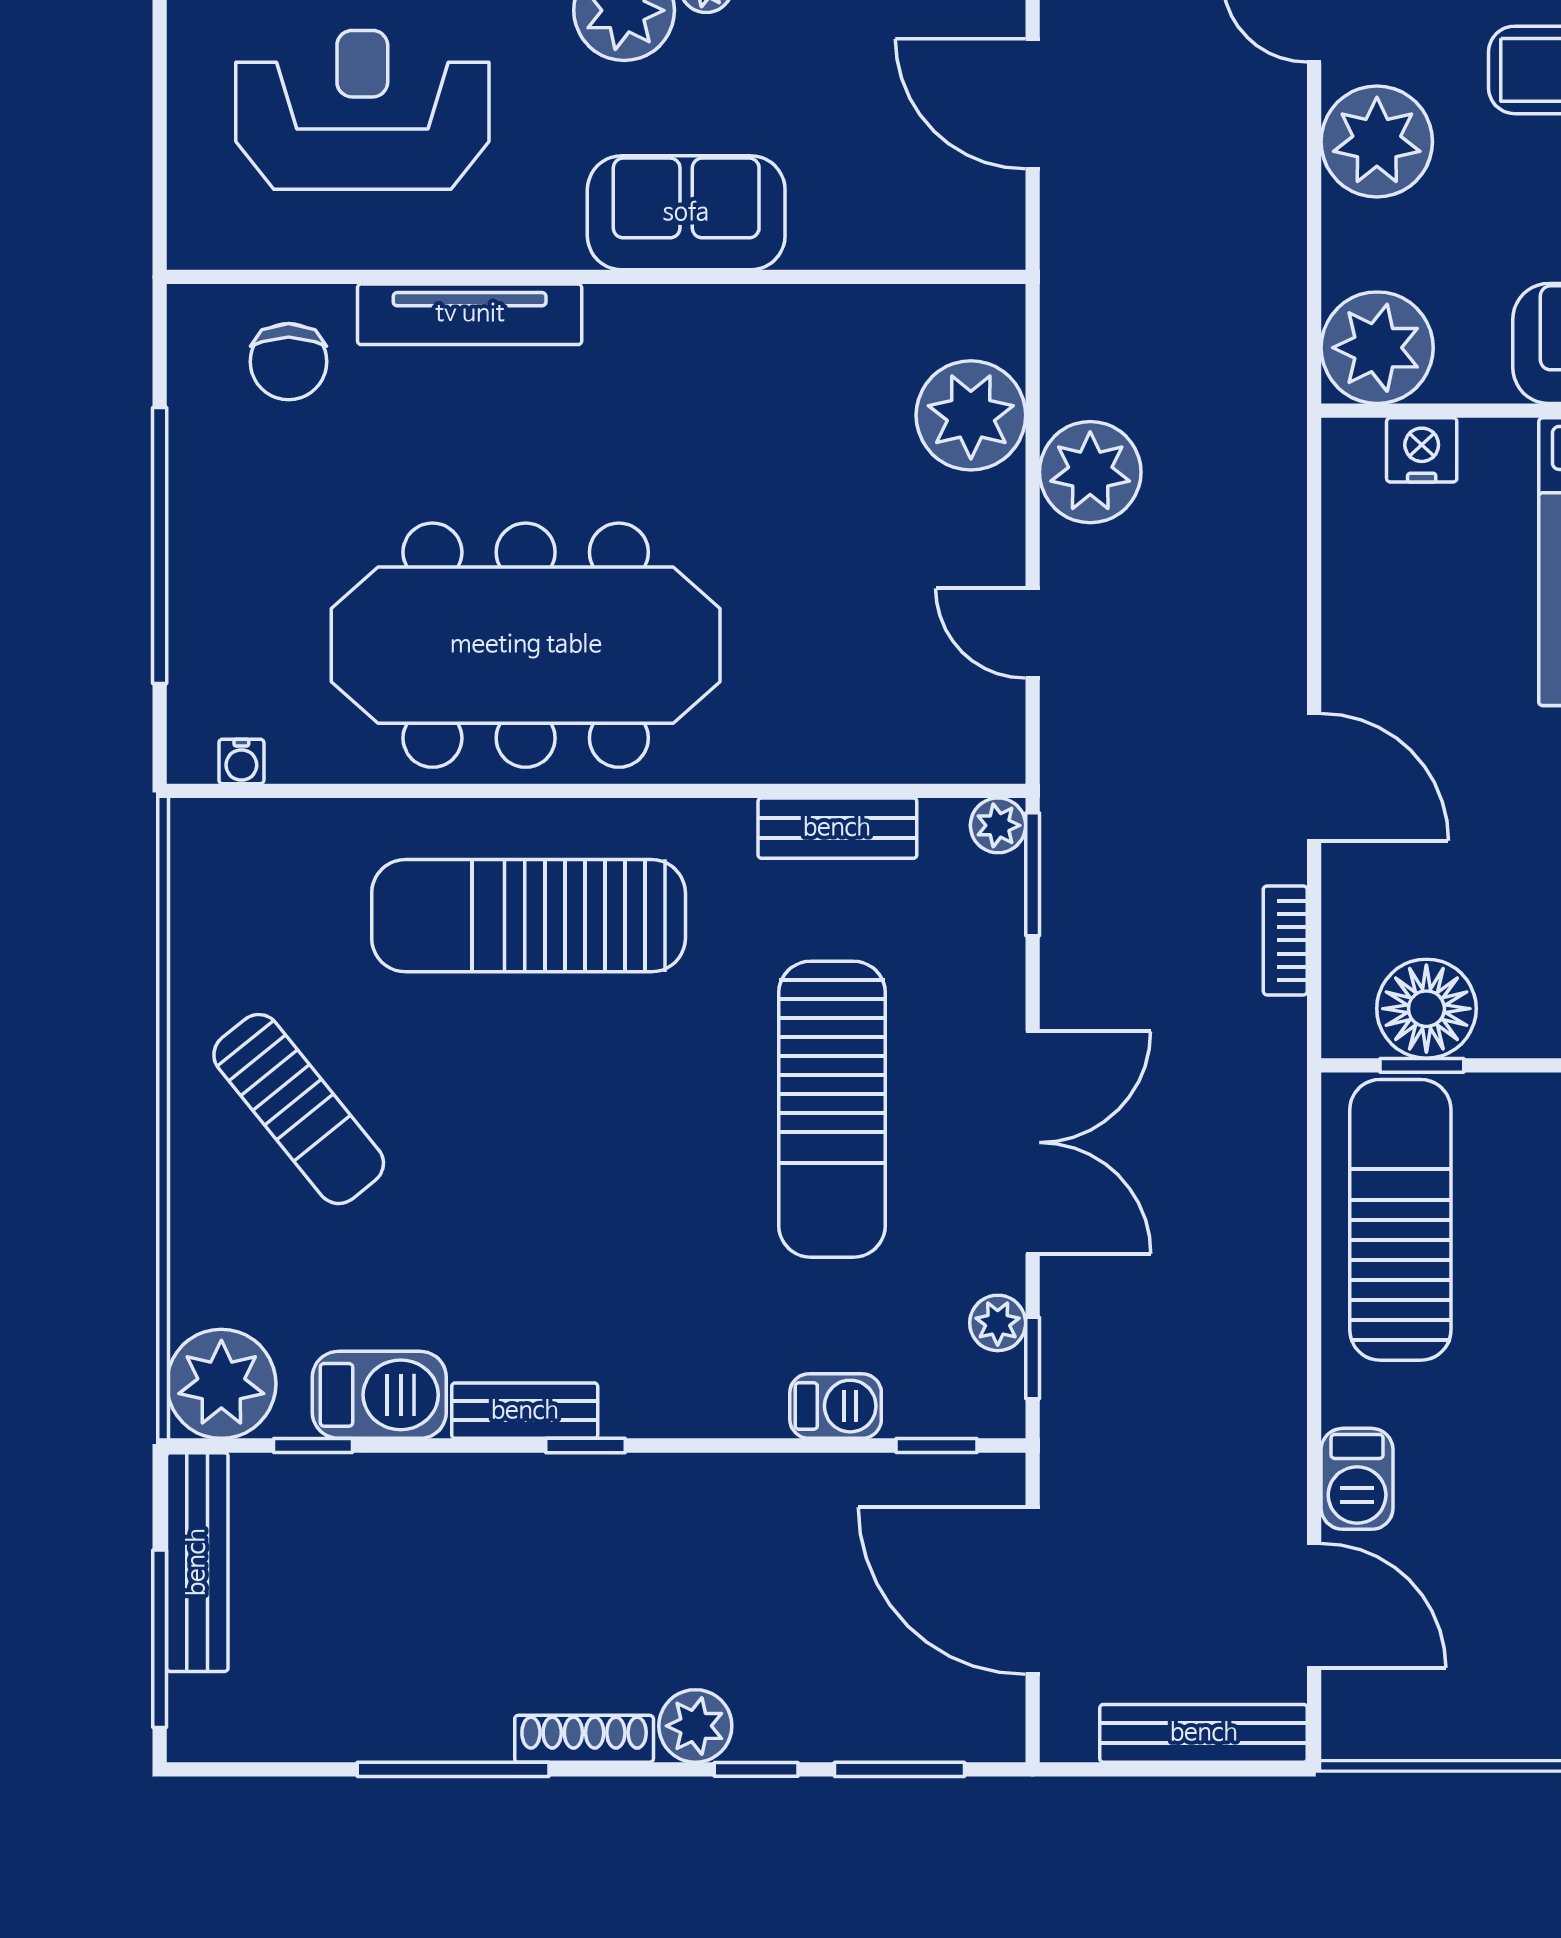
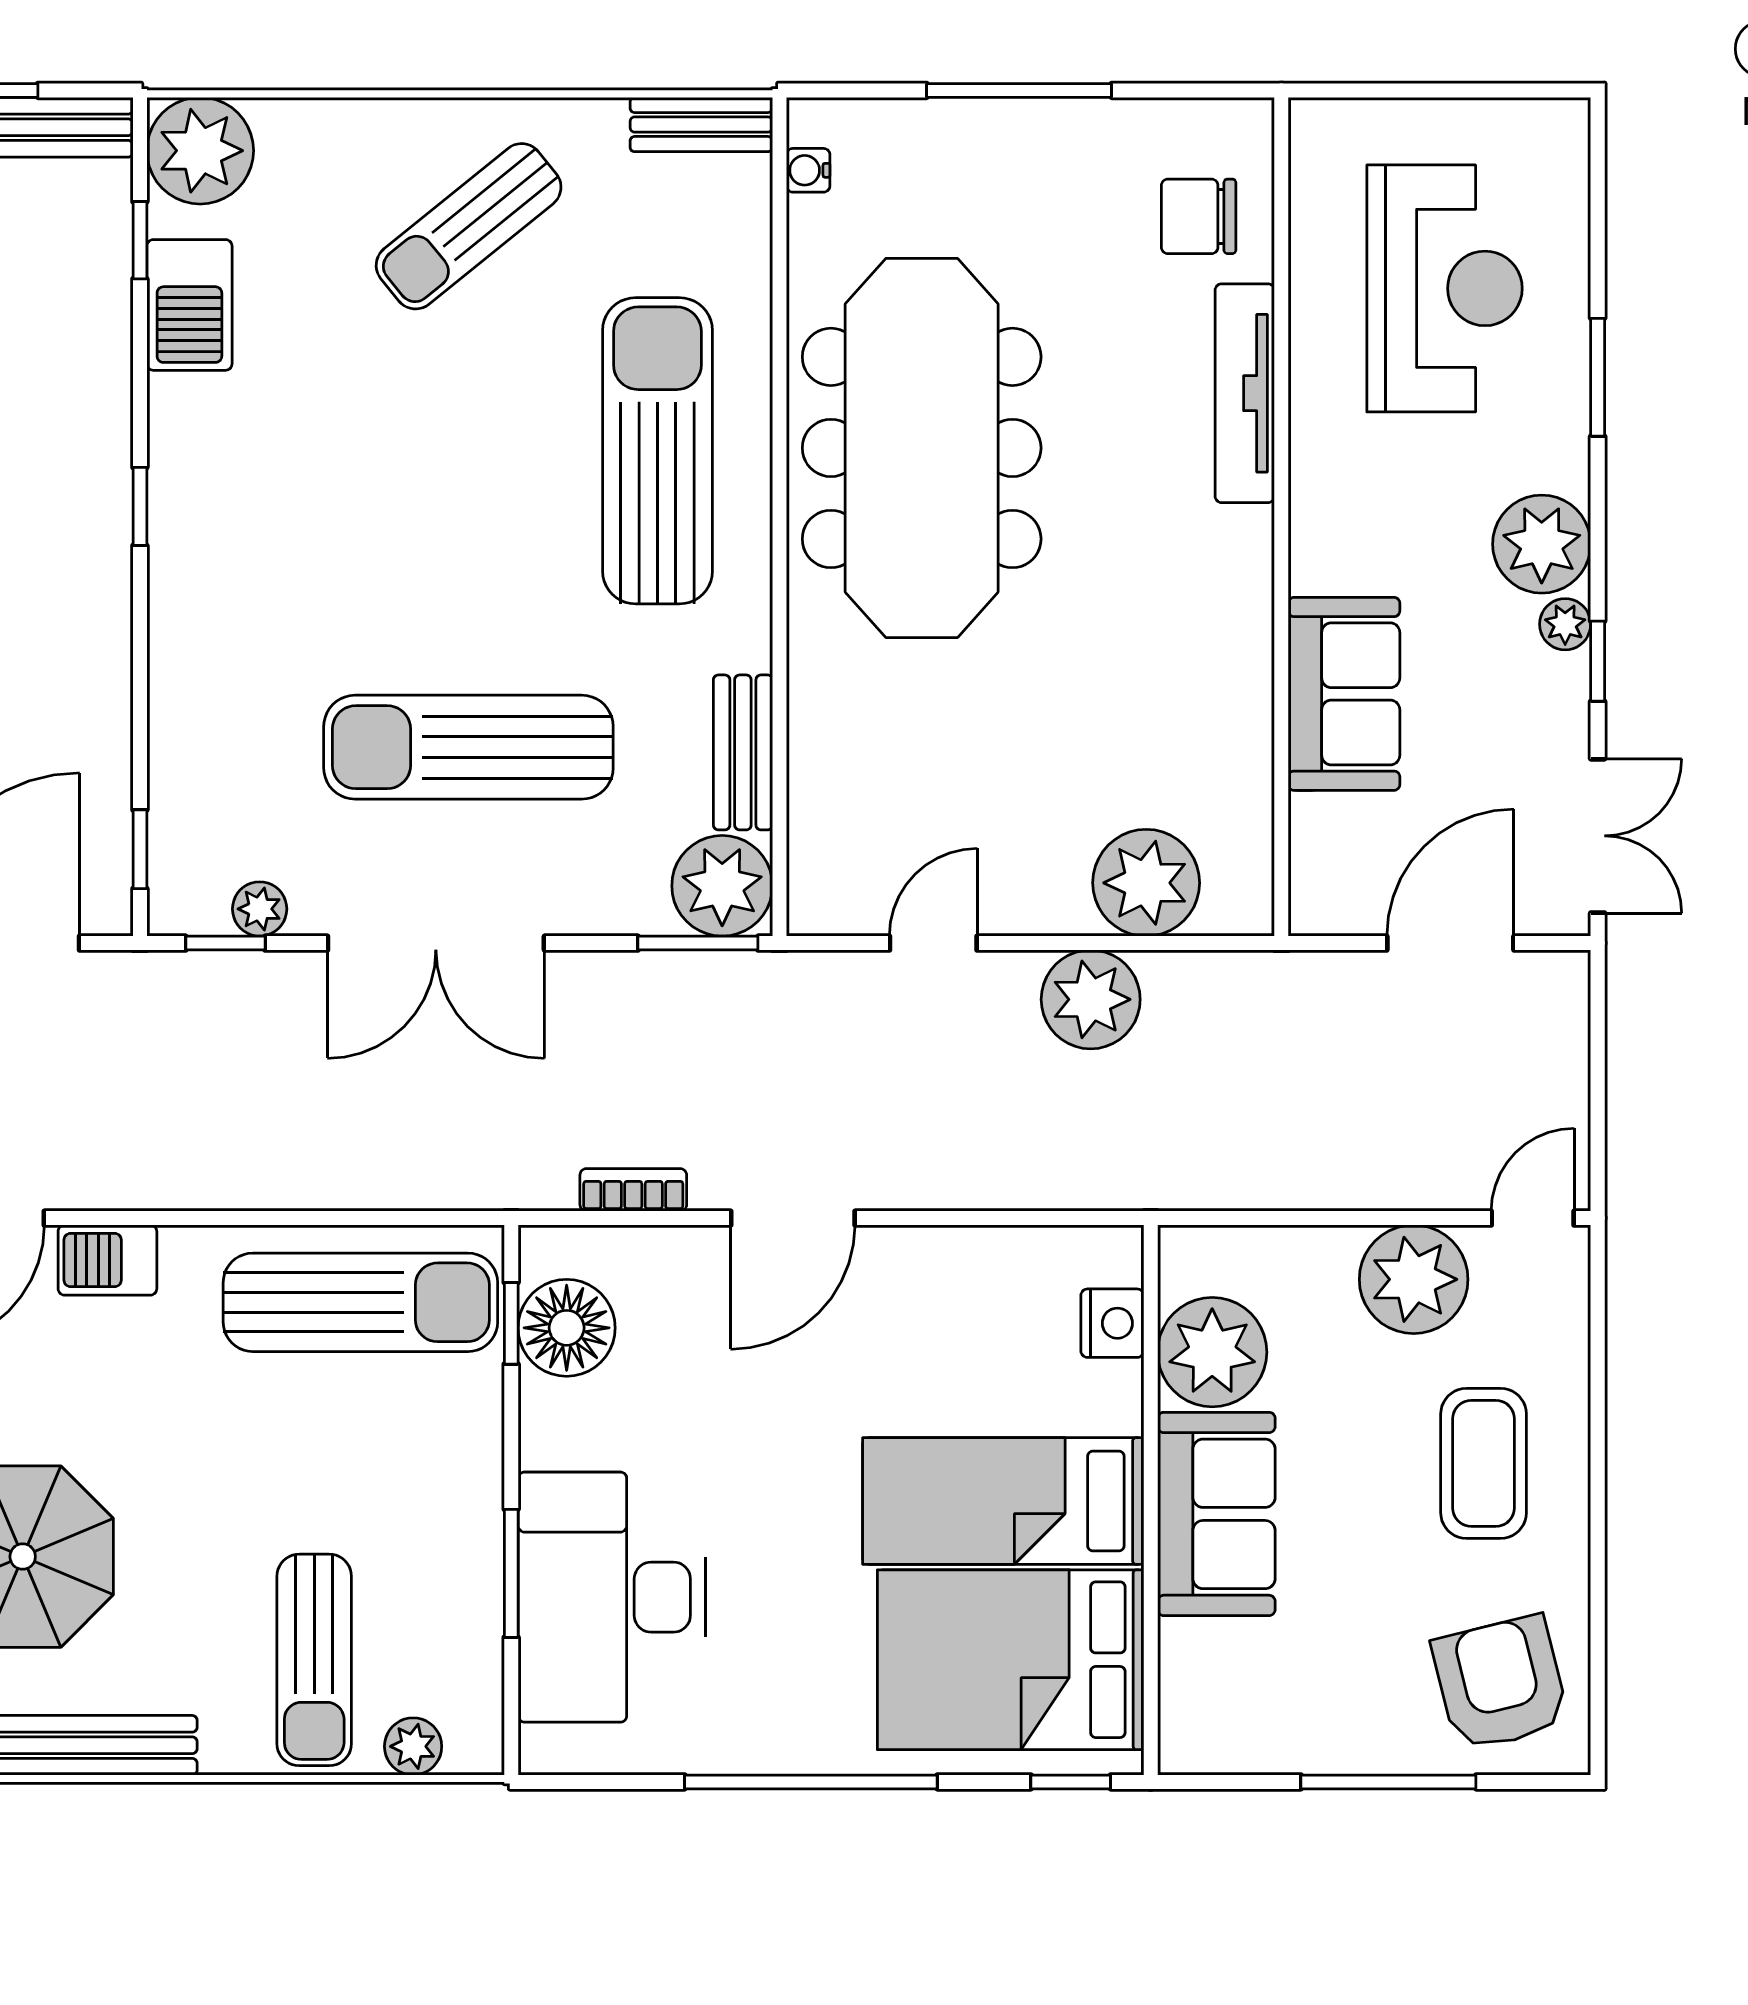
sofa: (686, 213) -> (1344, 694), moved
plant: (1377, 348) -> (1212, 1352), moved
window: (160, 545) -> (1019, 90), width x0.68
plant: (998, 825) -> (722, 886), width x1.88, depth x1.88
barbecue: (836, 1406) -> (179, 751), removed
bench: (525, 1411) -> (701, 124), moved, turned 90

